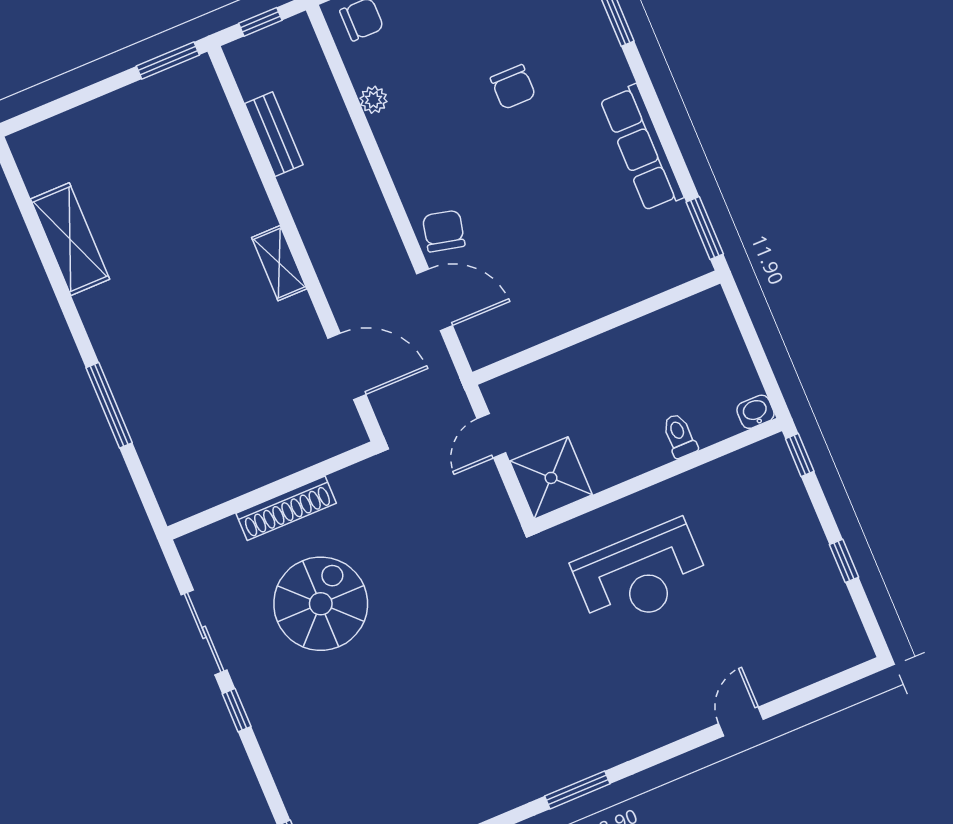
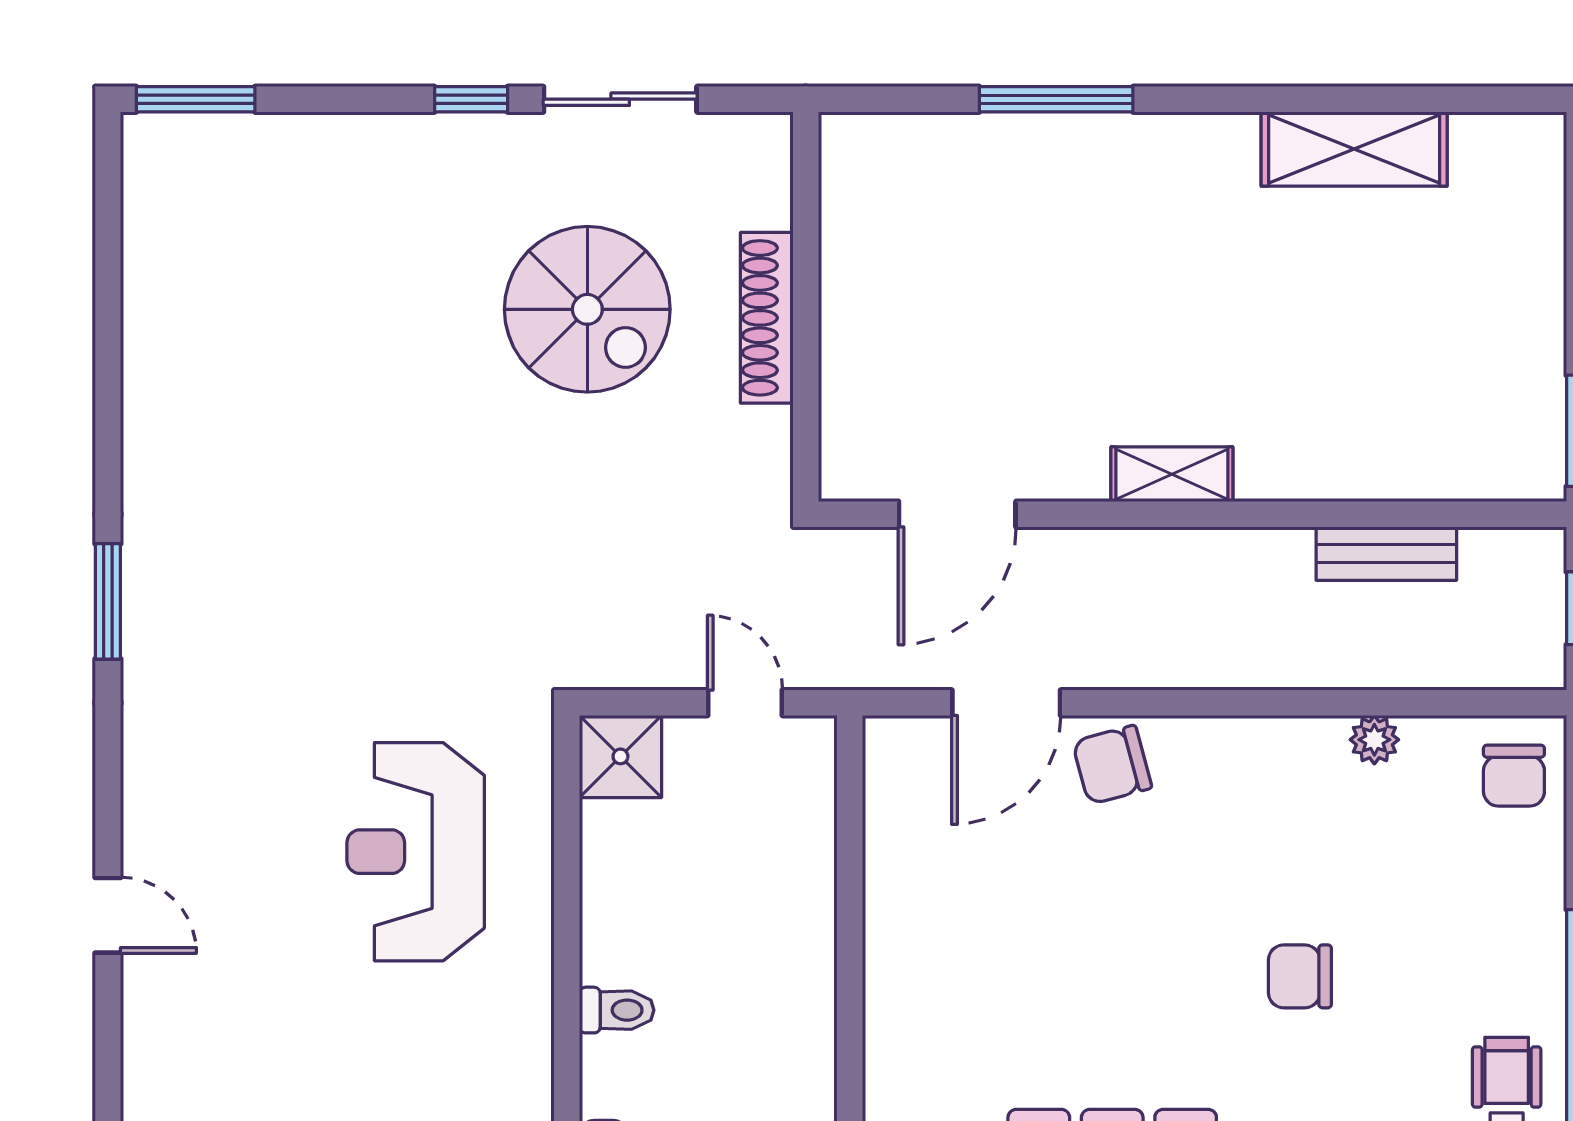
chair: (444, 231) -> (1112, 765), turned 152
shower: (551, 478) -> (620, 756), width x0.73, depth x0.73

